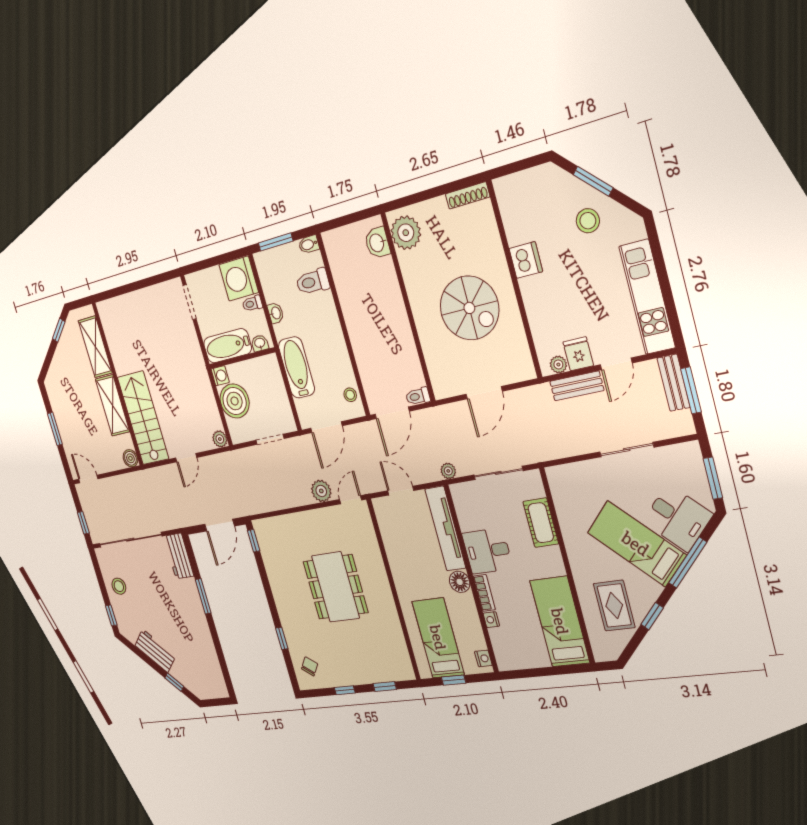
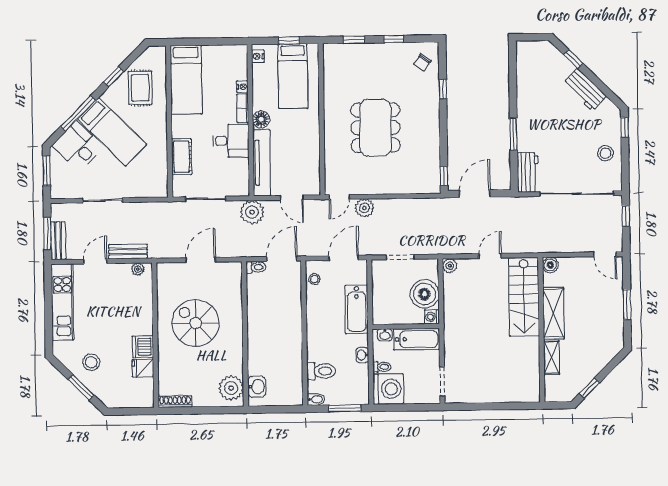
shelving: (95, 347) -> (551, 358), width x0.67, depth x0.75
fridge: (578, 354) -> (143, 368), moved, turned 90
plant: (448, 471) -> (252, 212), width x1.87, depth x1.87

